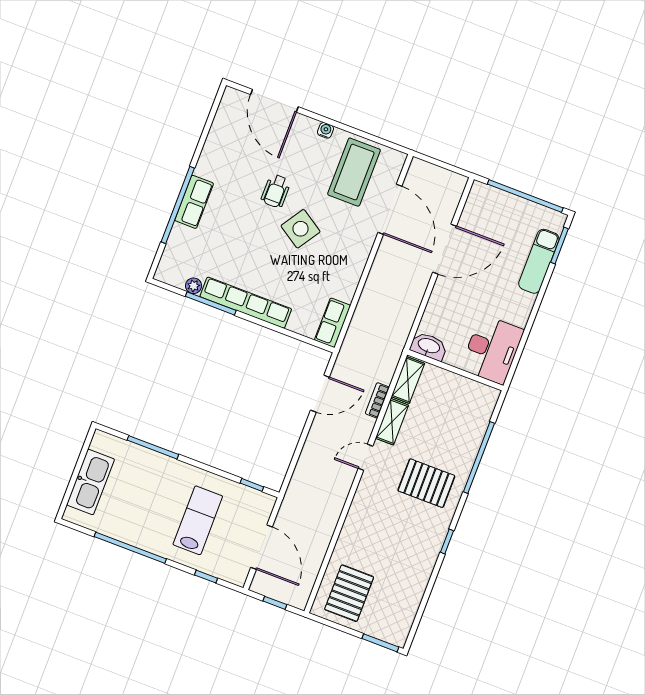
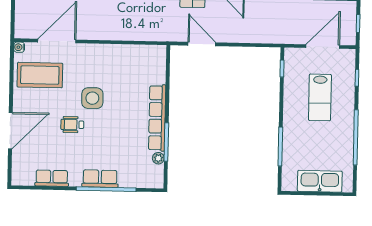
door: (274, 101) -> (10, 131), moved
water cooler: (325, 130) -> (19, 47), moved
wheelchair: (276, 191) -> (72, 125), turned 180
side table: (301, 229) -> (92, 98), turned -33
row of seats: (333, 323) -> (52, 178), moved, turned 180
lab bench: (198, 520) -> (320, 97), turned -90

